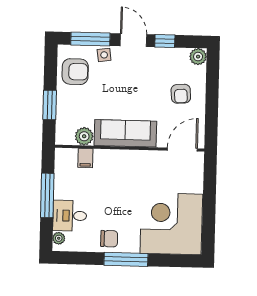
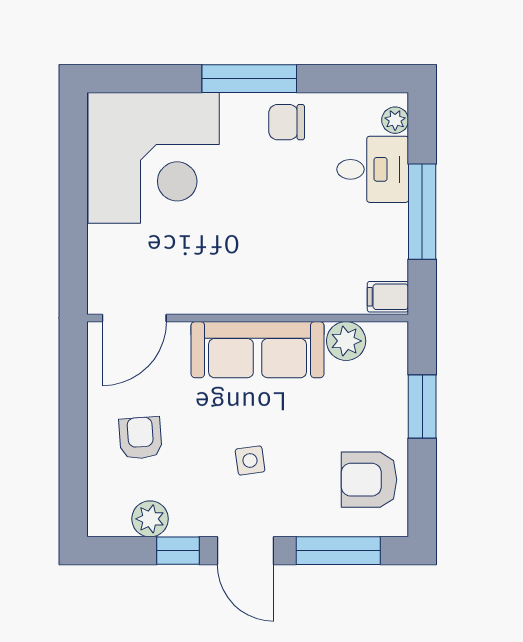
side table: (104, 55) -> (250, 460), moved
plant: (198, 57) -> (150, 519), moved
filing cabinet: (85, 158) -> (388, 297), moved, turned -90

